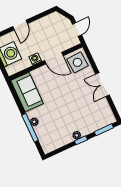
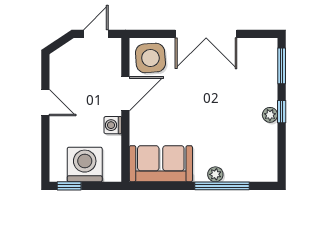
door: (20, 25) -> (45, 103), moved
door: (77, 29) -> (96, 34), hinge flipped
double door: (102, 85) -> (206, 34), width x1.37

